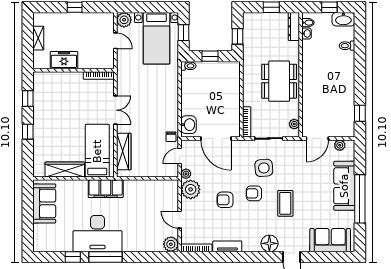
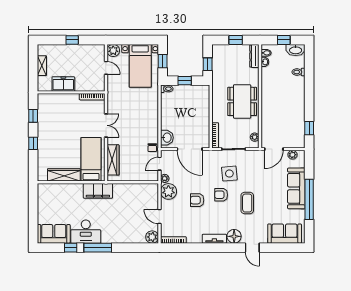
sofa: (44, 203) -> (54, 234), moved, turned -90
desk: (98, 234) -> (86, 232), width x0.73, depth x0.77
tv unit: (227, 246) -> (214, 239), moved

